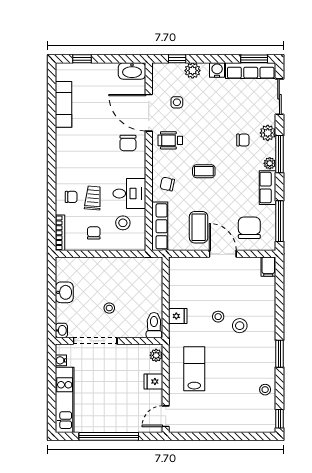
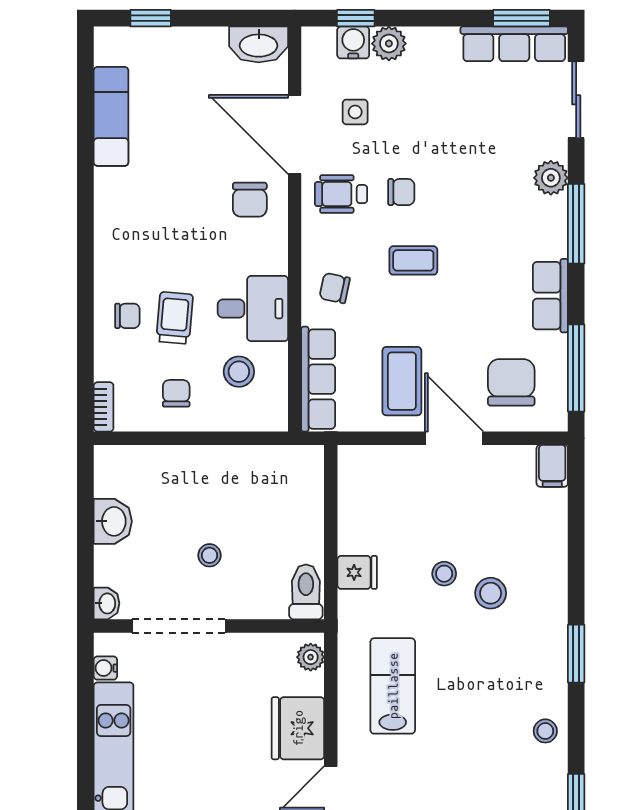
water cooler: (217, 70) -> (353, 42), moved
chair: (243, 140) -> (401, 192), moved
plant: (270, 163) -> (555, 244), removed
bookcase: (60, 233) -> (104, 407), width x0.64
fridge: (153, 382) -> (298, 728), width x1.88, depth x1.34

